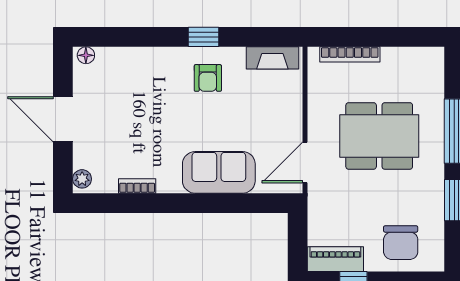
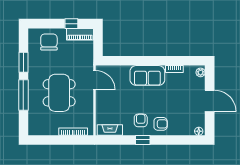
armchair: (166, 71) -> (161, 124), added
dining table: (379, 136) -> (59, 93), turned 90
door: (305, 163) -> (94, 80), hinge flipped
sofa: (219, 172) -> (147, 75), moved

